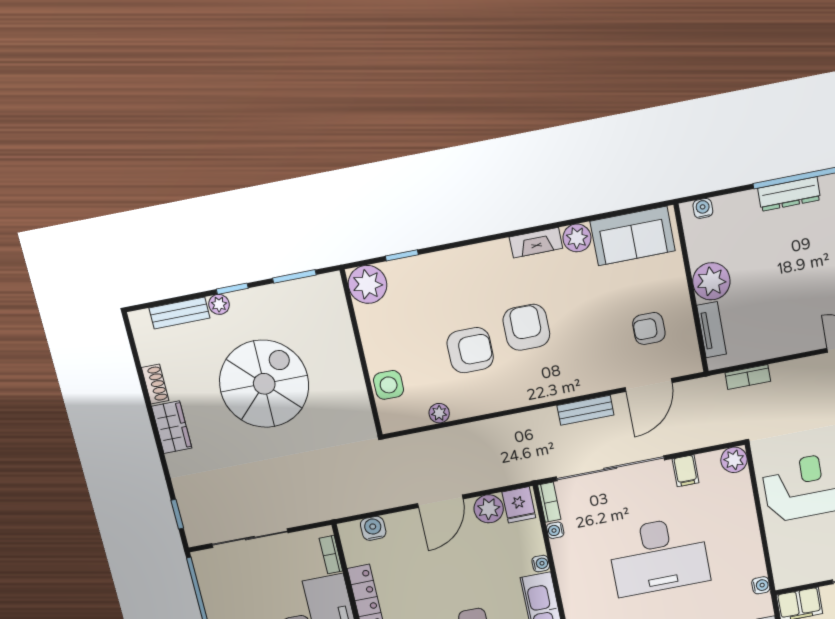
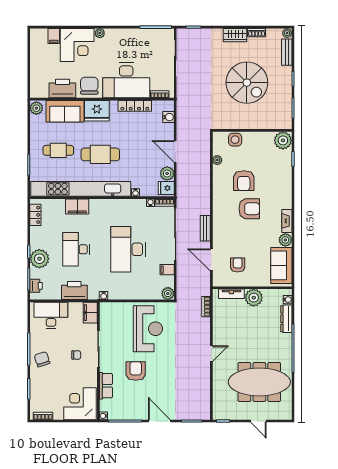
dresser: (789, 194) -> (286, 319), moved
plant: (219, 304) -> (287, 33), moved

